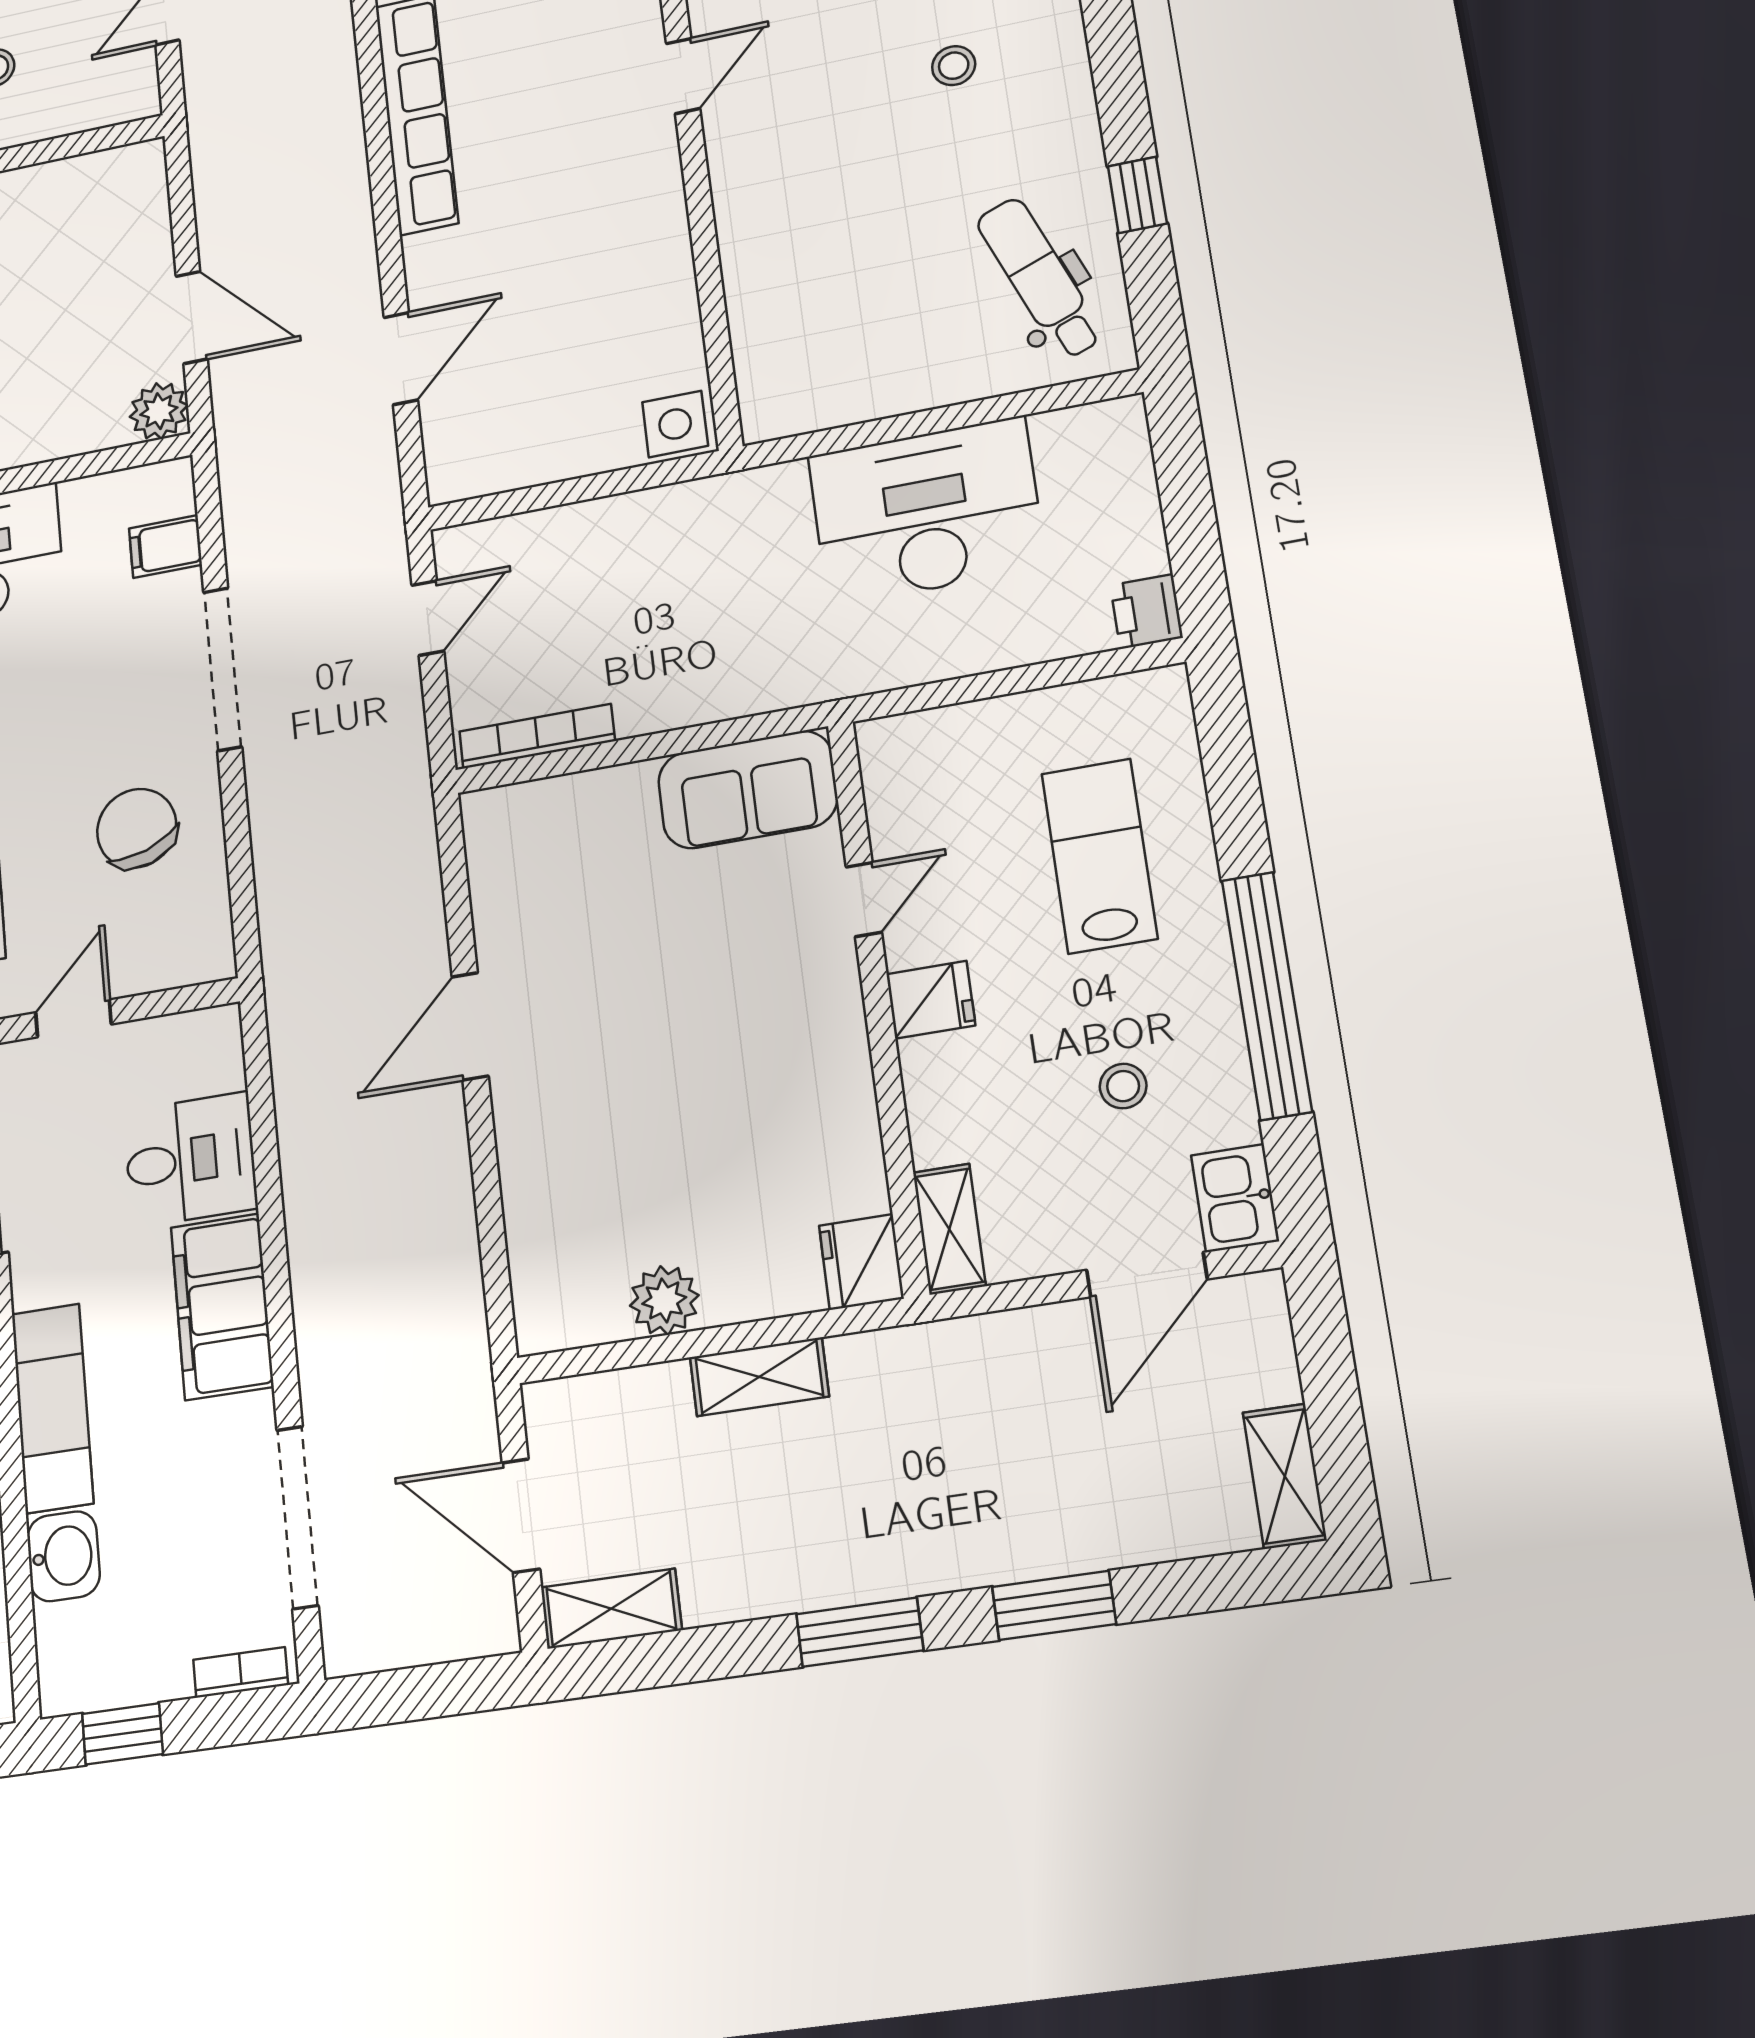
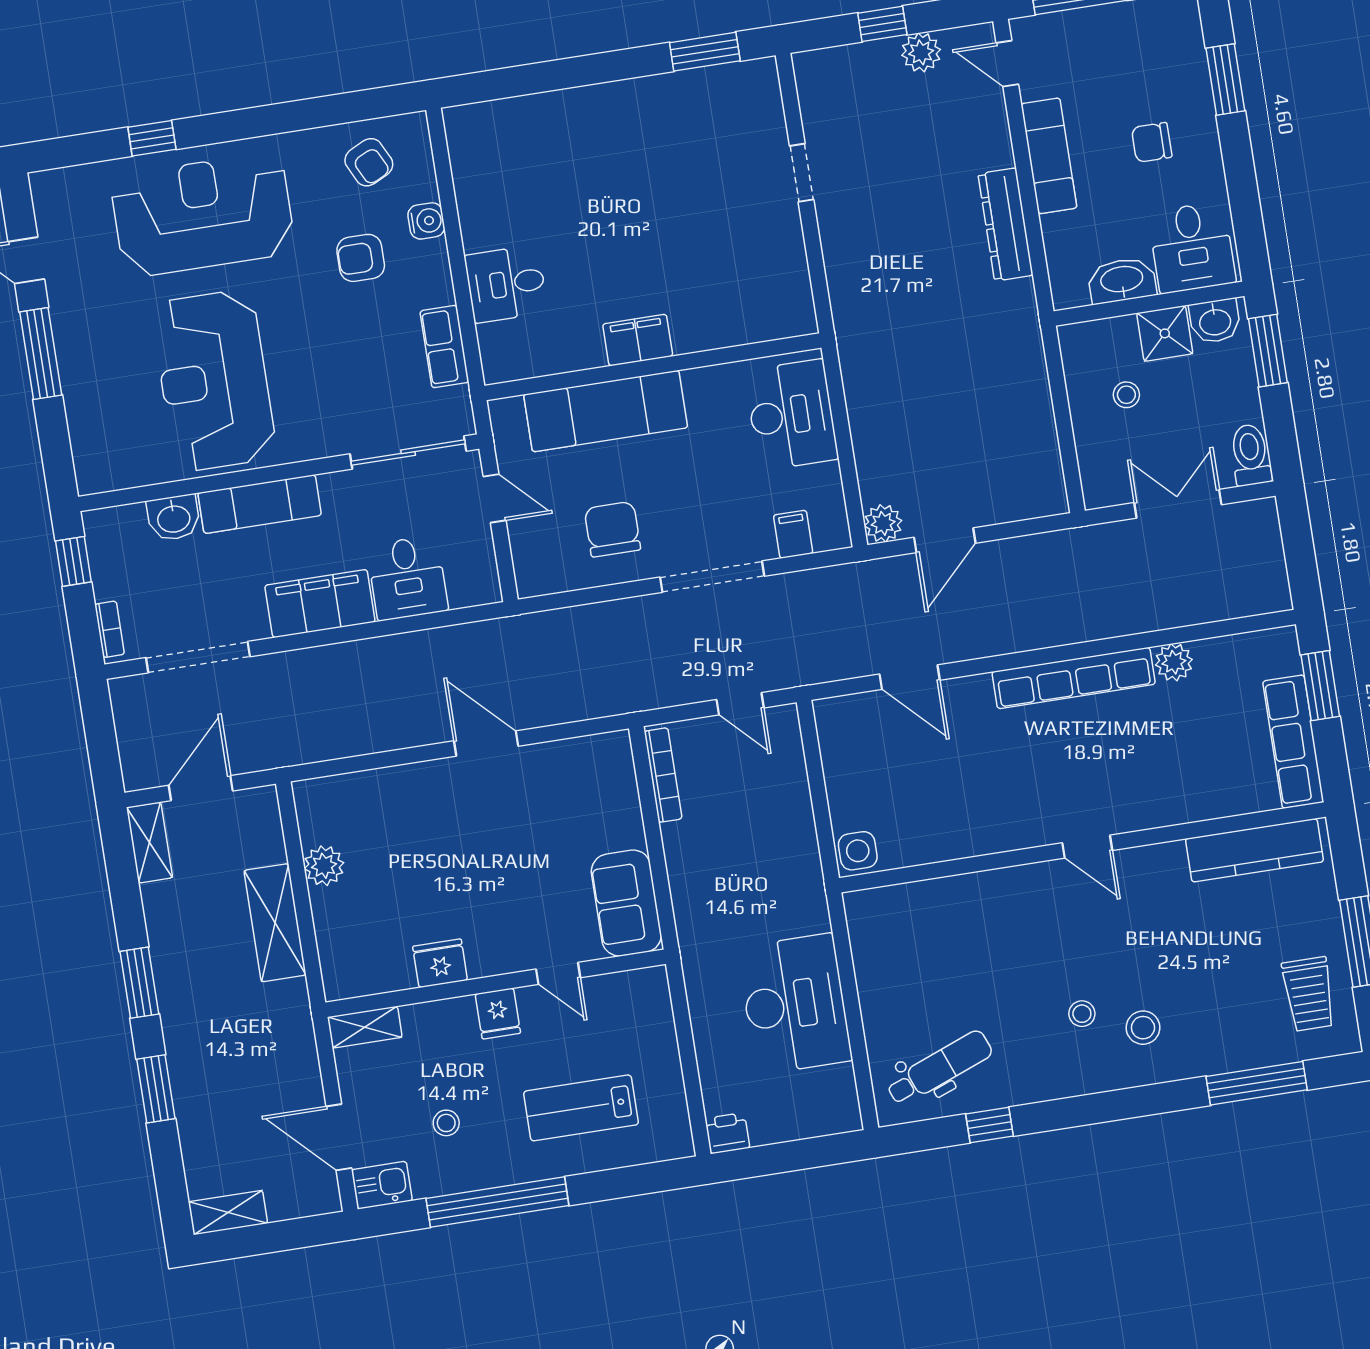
chair: (137, 828) -> (612, 529), turned -71
lab bench: (1099, 856) -> (581, 1108), turned 180
fridge: (861, 1262) -> (440, 963), moved
shelving: (759, 1377) -> (275, 923), width x1.50, depth x1.33

